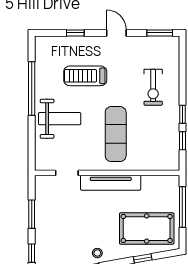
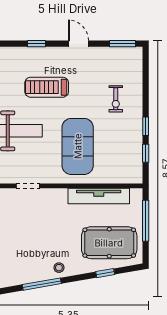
exercise bike: (153, 87) -> (116, 99), width x0.73, depth x0.72
exercise mat: (116, 134) -> (78, 146), width x1.47
tv unit: (111, 183) -> (99, 196), moved

